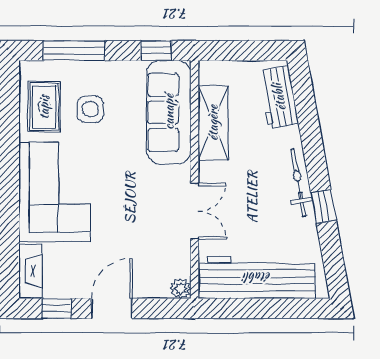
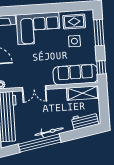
shelving: (213, 123) -> (83, 93), moved
window: (324, 207) -> (40, 143), width x3.17

